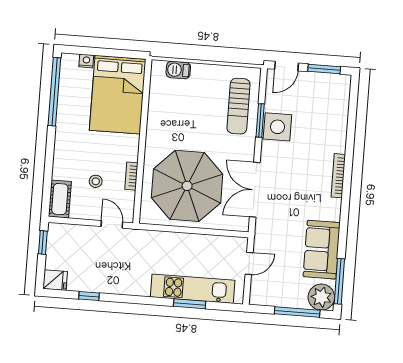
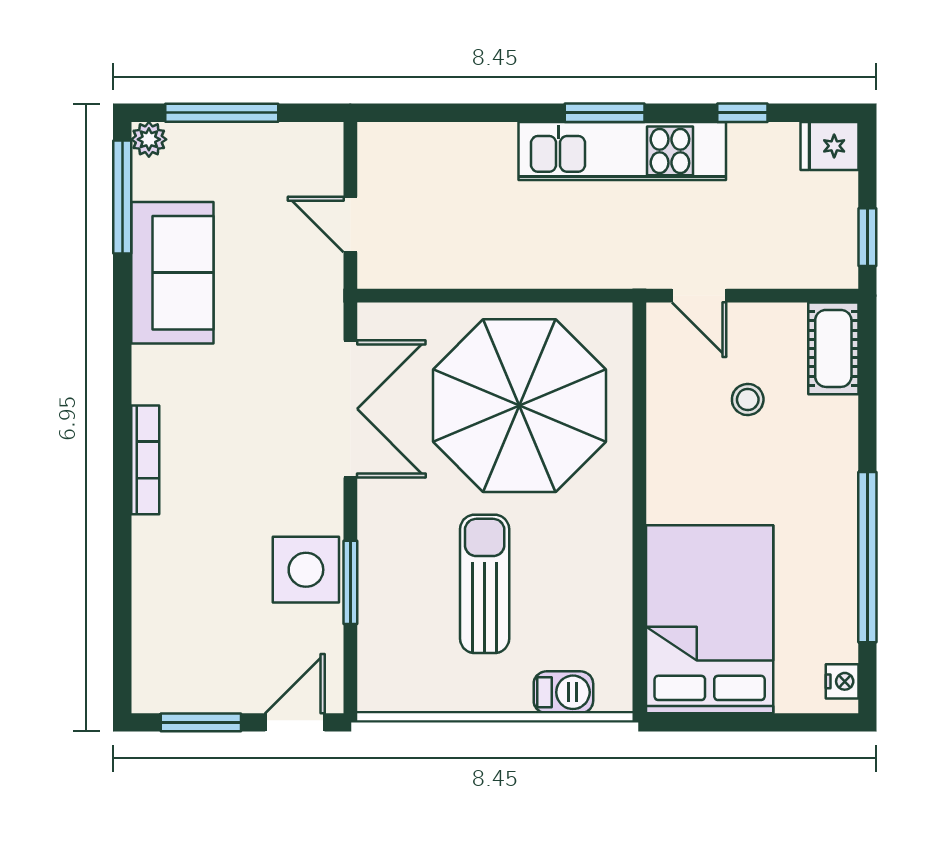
nightstand: (86, 61) -> (842, 681), moved, turned -90
window: (54, 92) -> (867, 557), moved
sun lounger: (238, 106) -> (485, 584), moved
bookcase: (131, 176) -> (660, 419), removed
door: (249, 263) -> (350, 225), hinge flipped
kitchen unit: (193, 289) -> (622, 151), moved
plant: (321, 297) -> (149, 139), width x0.53, depth x0.53
window: (190, 304) -> (605, 113), moved

